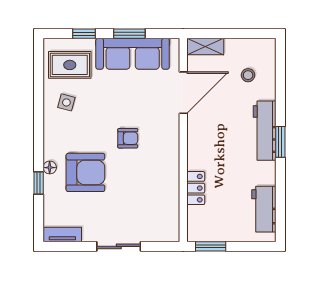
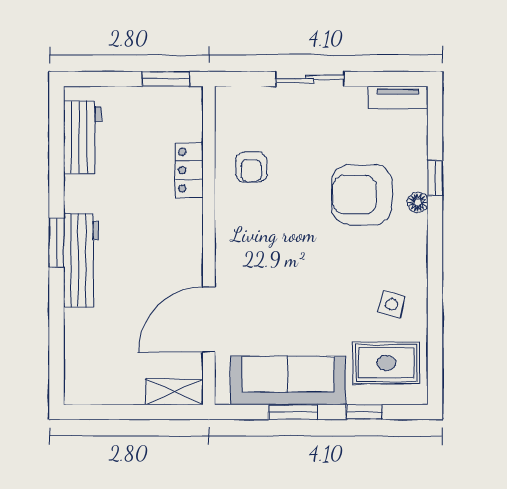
stool: (248, 75) -> (107, 347), removed
armchair: (128, 138) -> (251, 167), moved, turned -90

